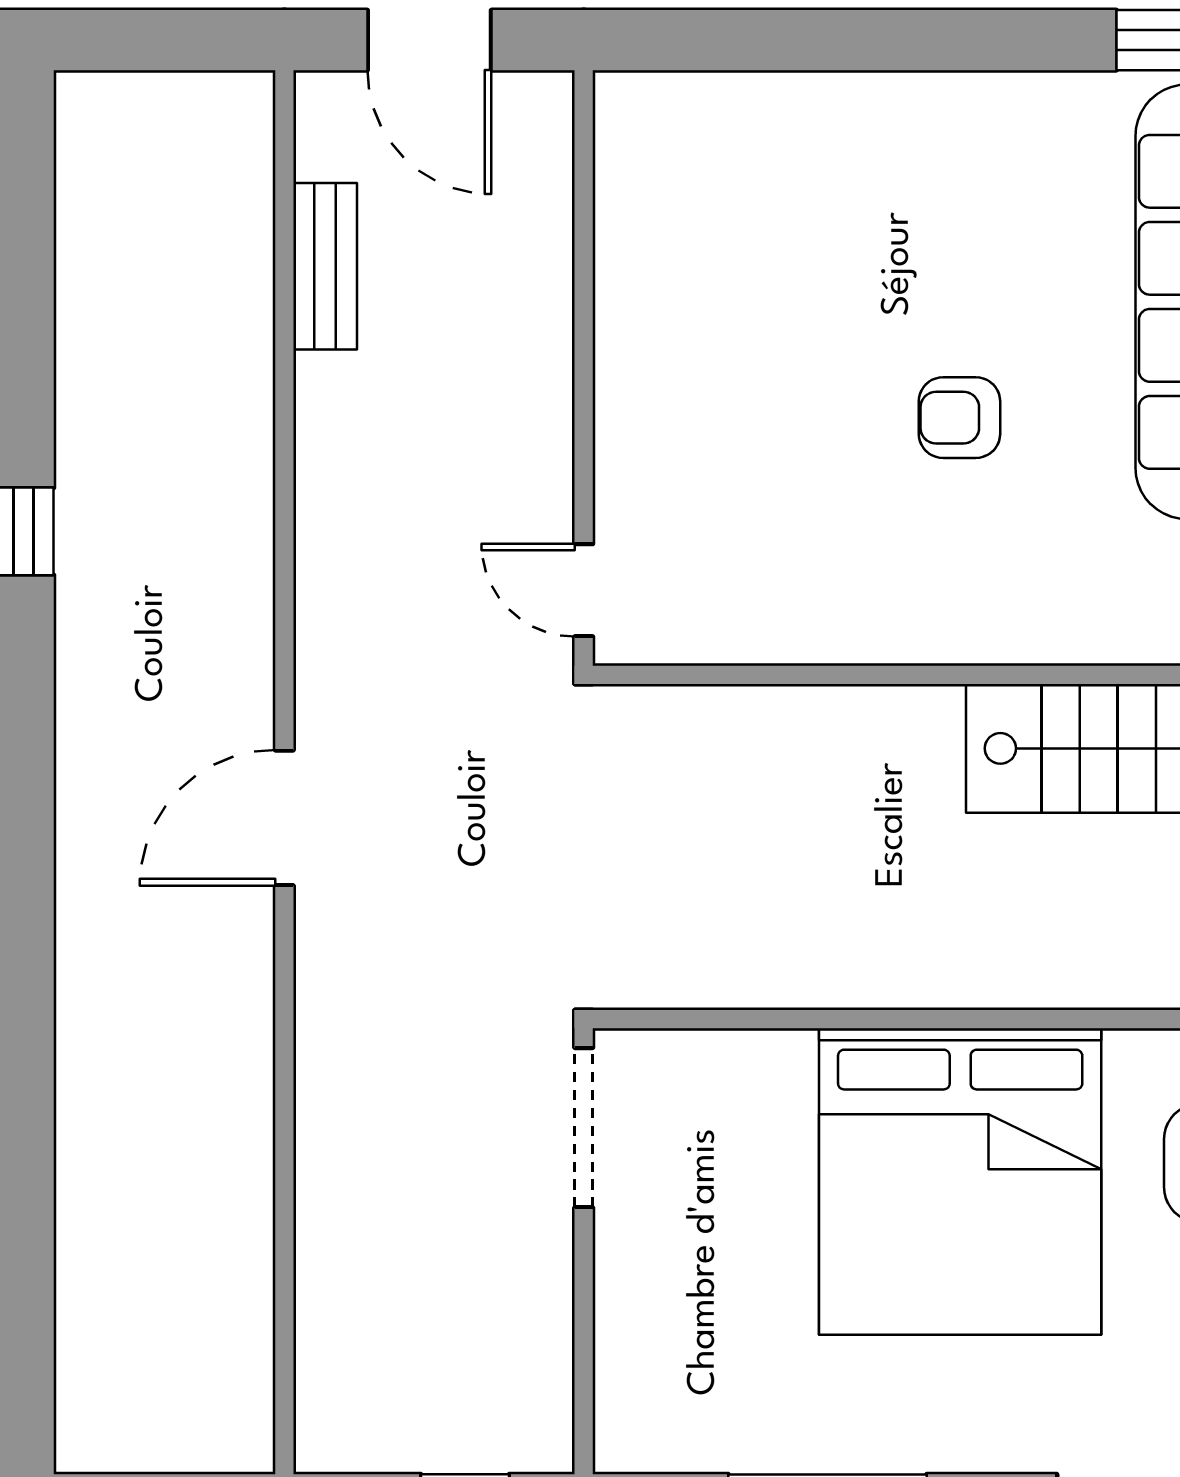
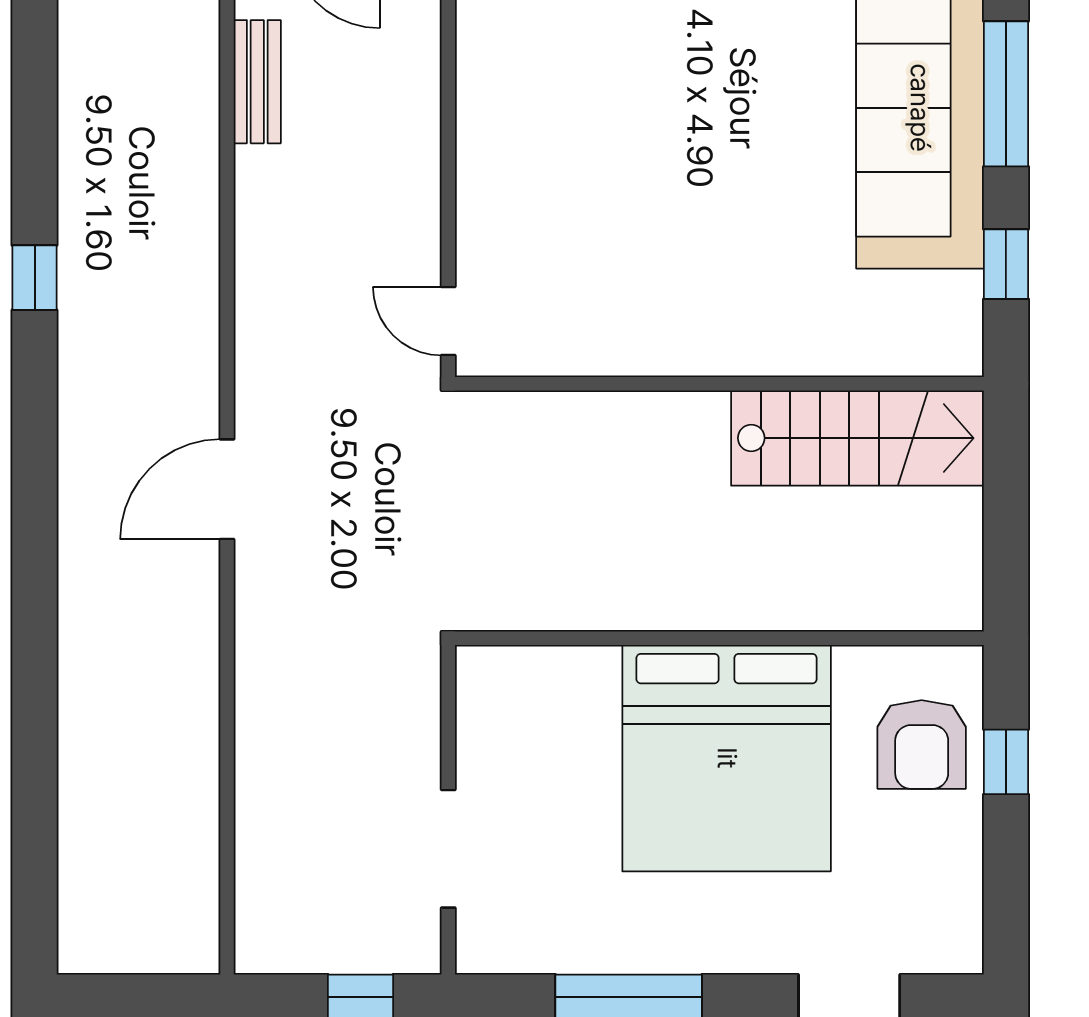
armchair: (959, 418) -> (726, 194), removed
doorway: (584, 1128) -> (448, 849), moved

